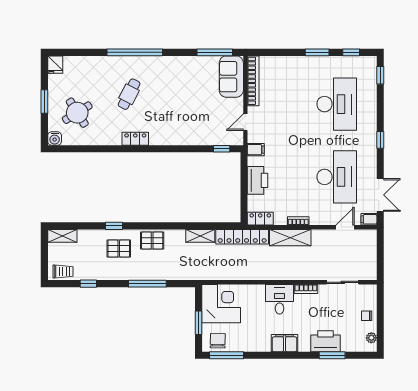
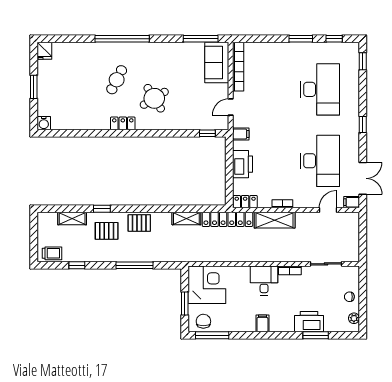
round table: (77, 113) -> (154, 98), moved
shelving: (62, 236) -> (72, 218), moved
filing cabinet: (284, 343) -> (262, 323), width x0.50

